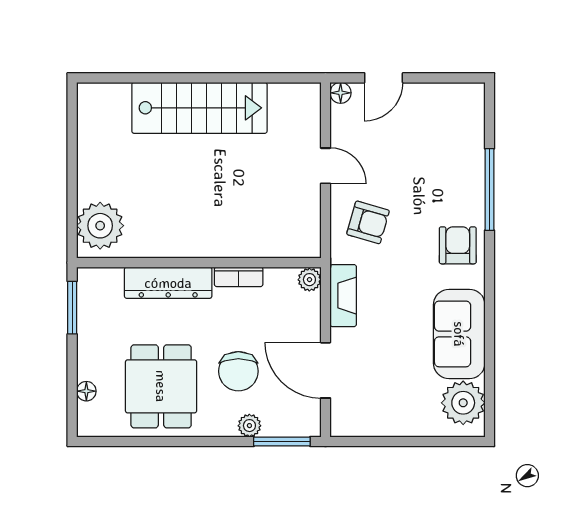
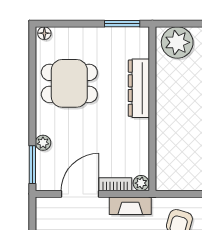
bookcase: (239, 277) -> (115, 184), moved, turned 90
chair: (238, 371) -> (79, 135), removed
floor lamp: (86, 391) -> (44, 33), moved

